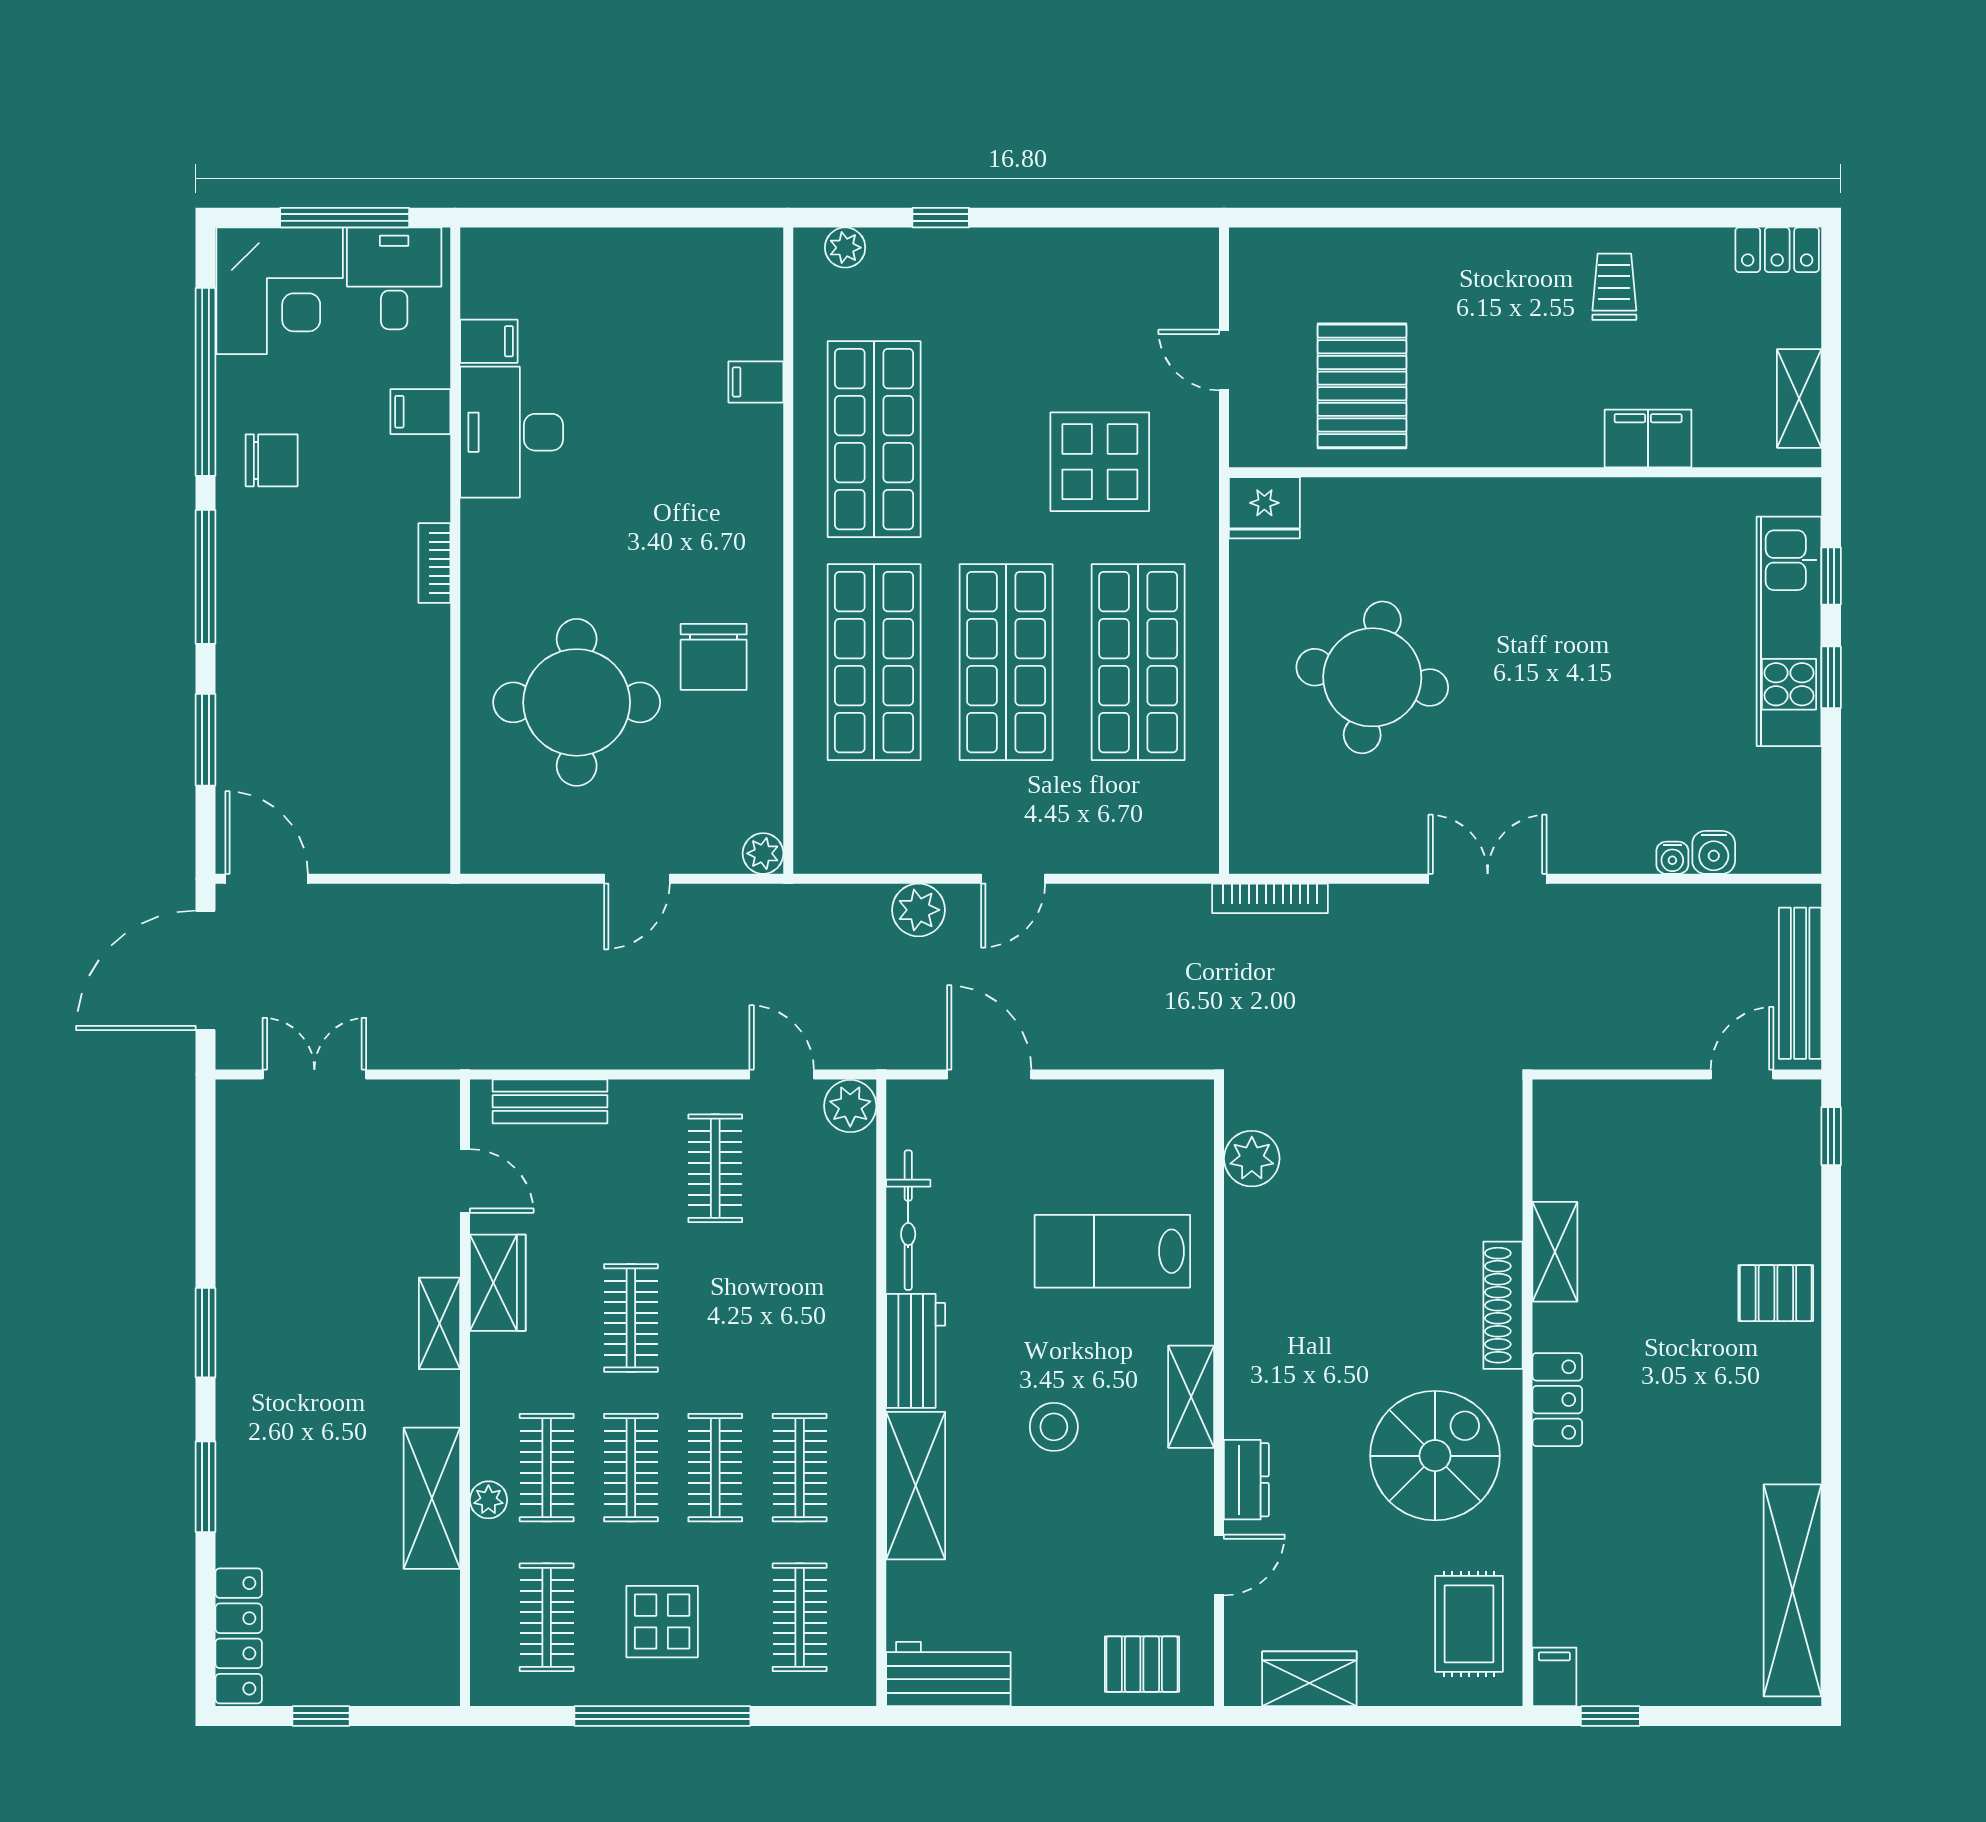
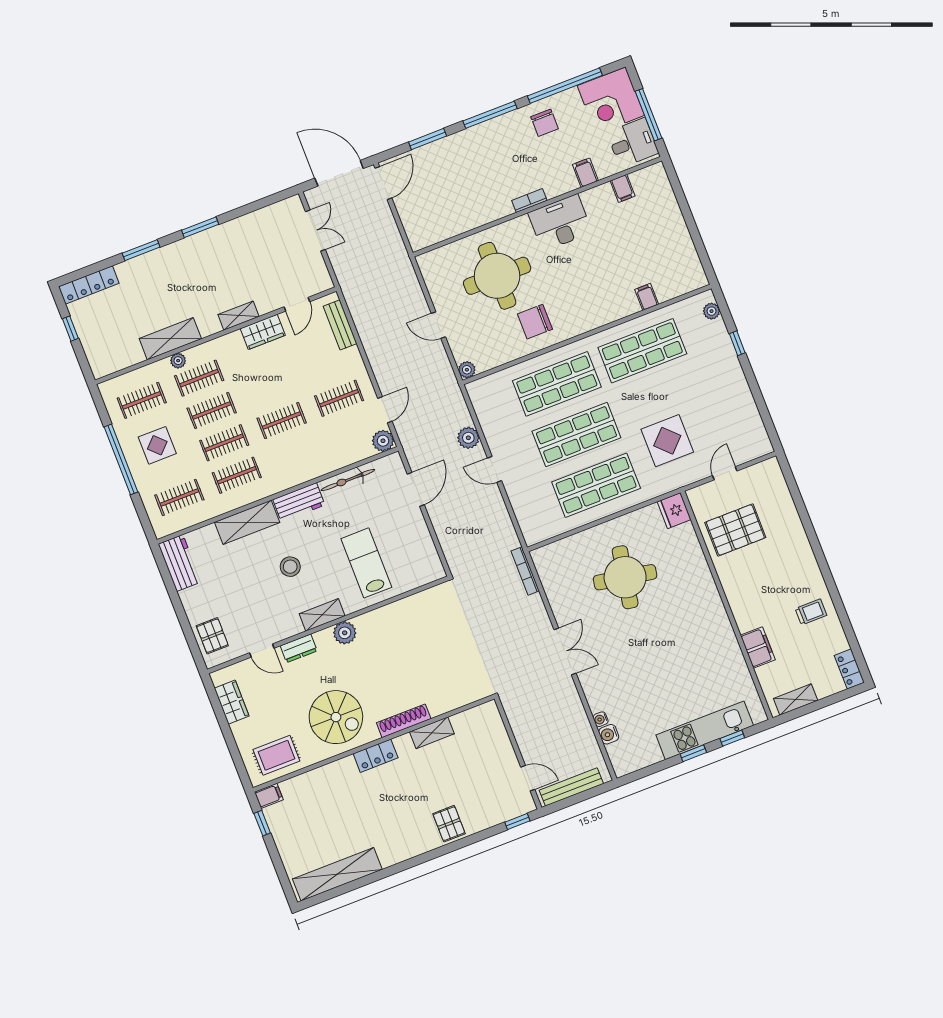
desk: (512, 432) -> (560, 223), moved
plant: (1252, 1159) -> (345, 633), moved
clothes rail: (631, 1318) -> (282, 421), moved

